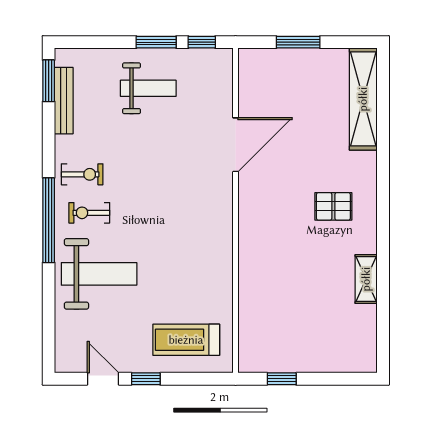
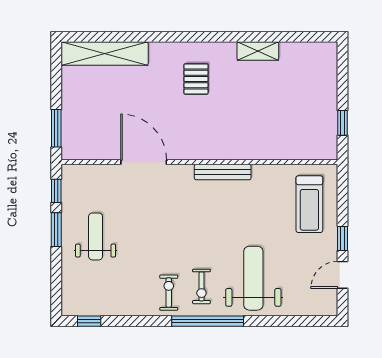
window: (298, 42) -> (56, 128), moved
window: (49, 81) -> (89, 321), width x0.67
bench: (64, 101) -> (223, 172), moved

